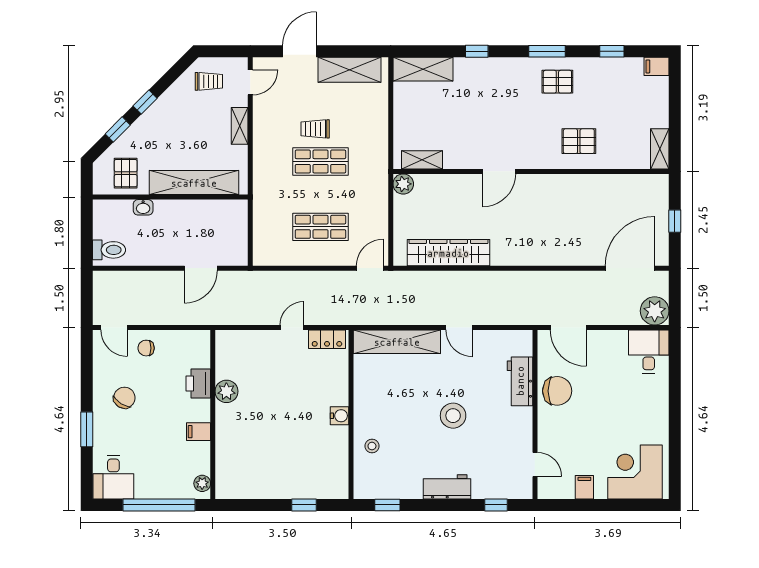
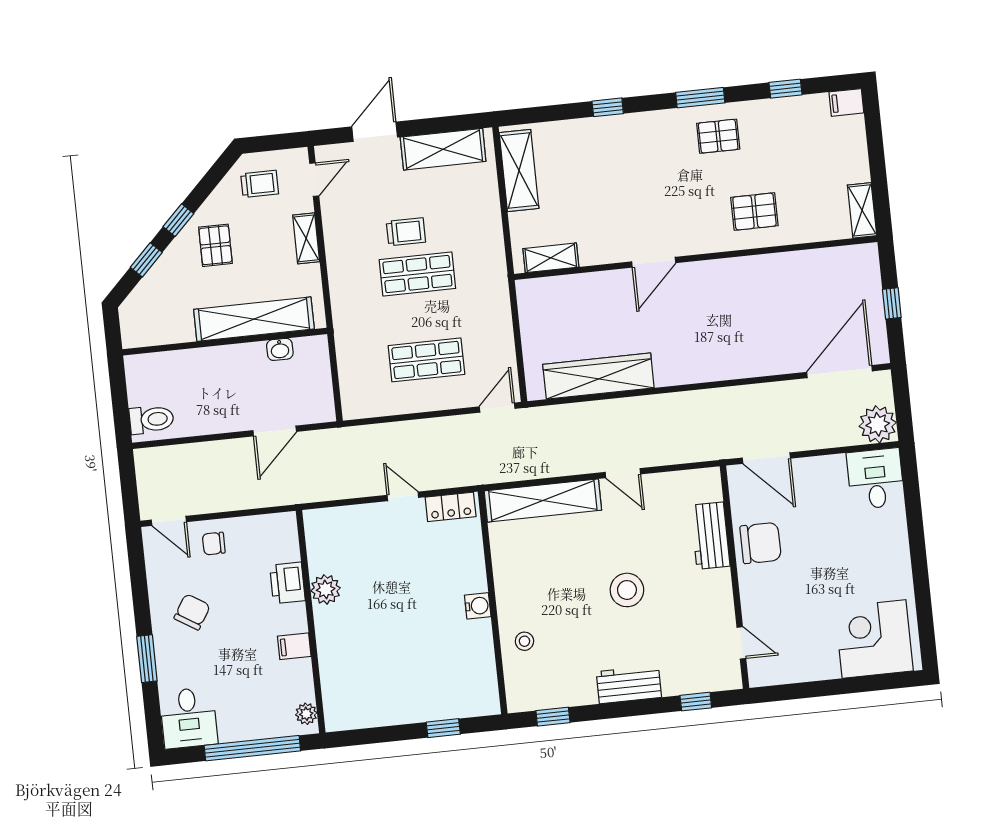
shelving: (423, 69) -> (519, 170), moved, turned 90
trolley: (315, 129) -> (406, 232), turned 180
pallet: (126, 173) -> (215, 245), moved
plant: (403, 184) -> (529, 292), removed
washbasin: (143, 207) -> (280, 349), moved
door: (292, 328) -> (403, 496), hinge flipped
filing cabinet: (584, 487) -> (810, 666), removed

